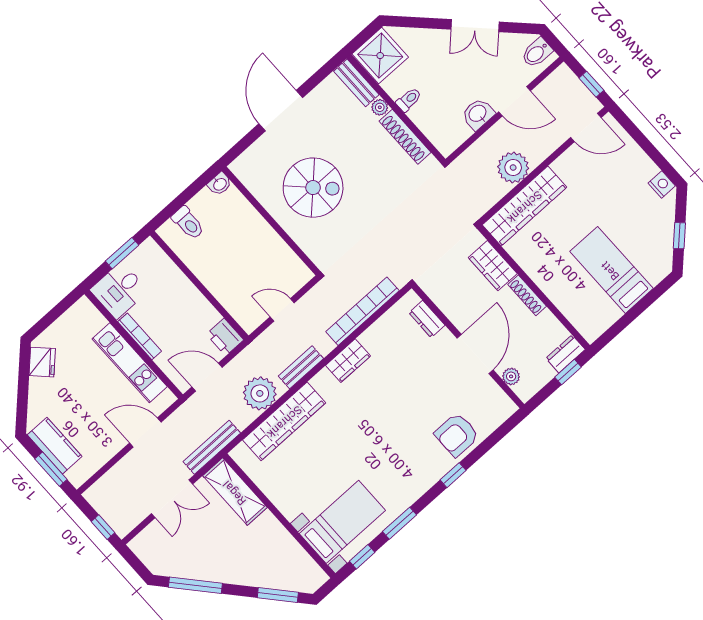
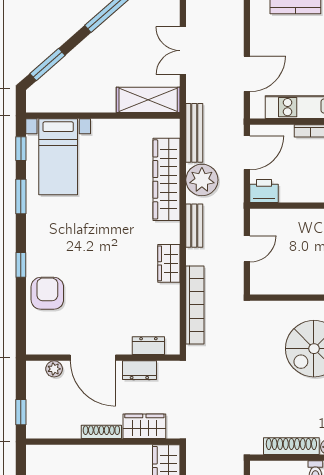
dresser: (565, 354) -> (139, 370), moved, turned 90
bench: (212, 447) -> (194, 133), moved

